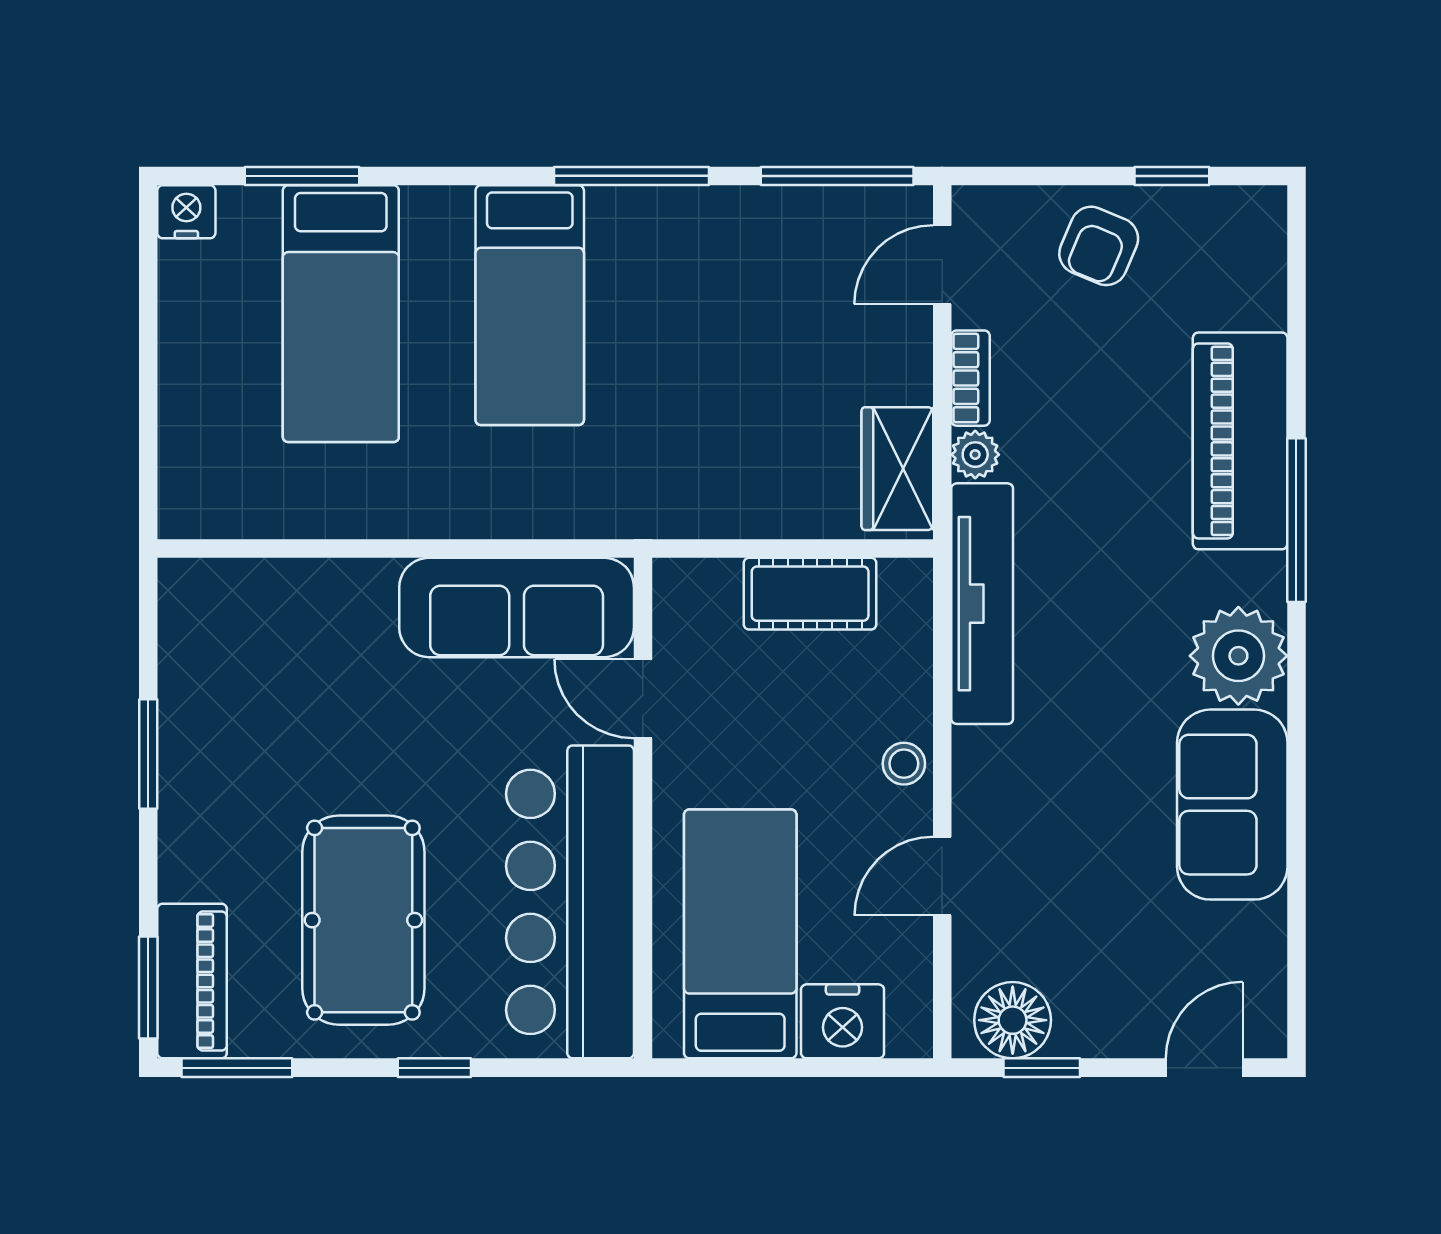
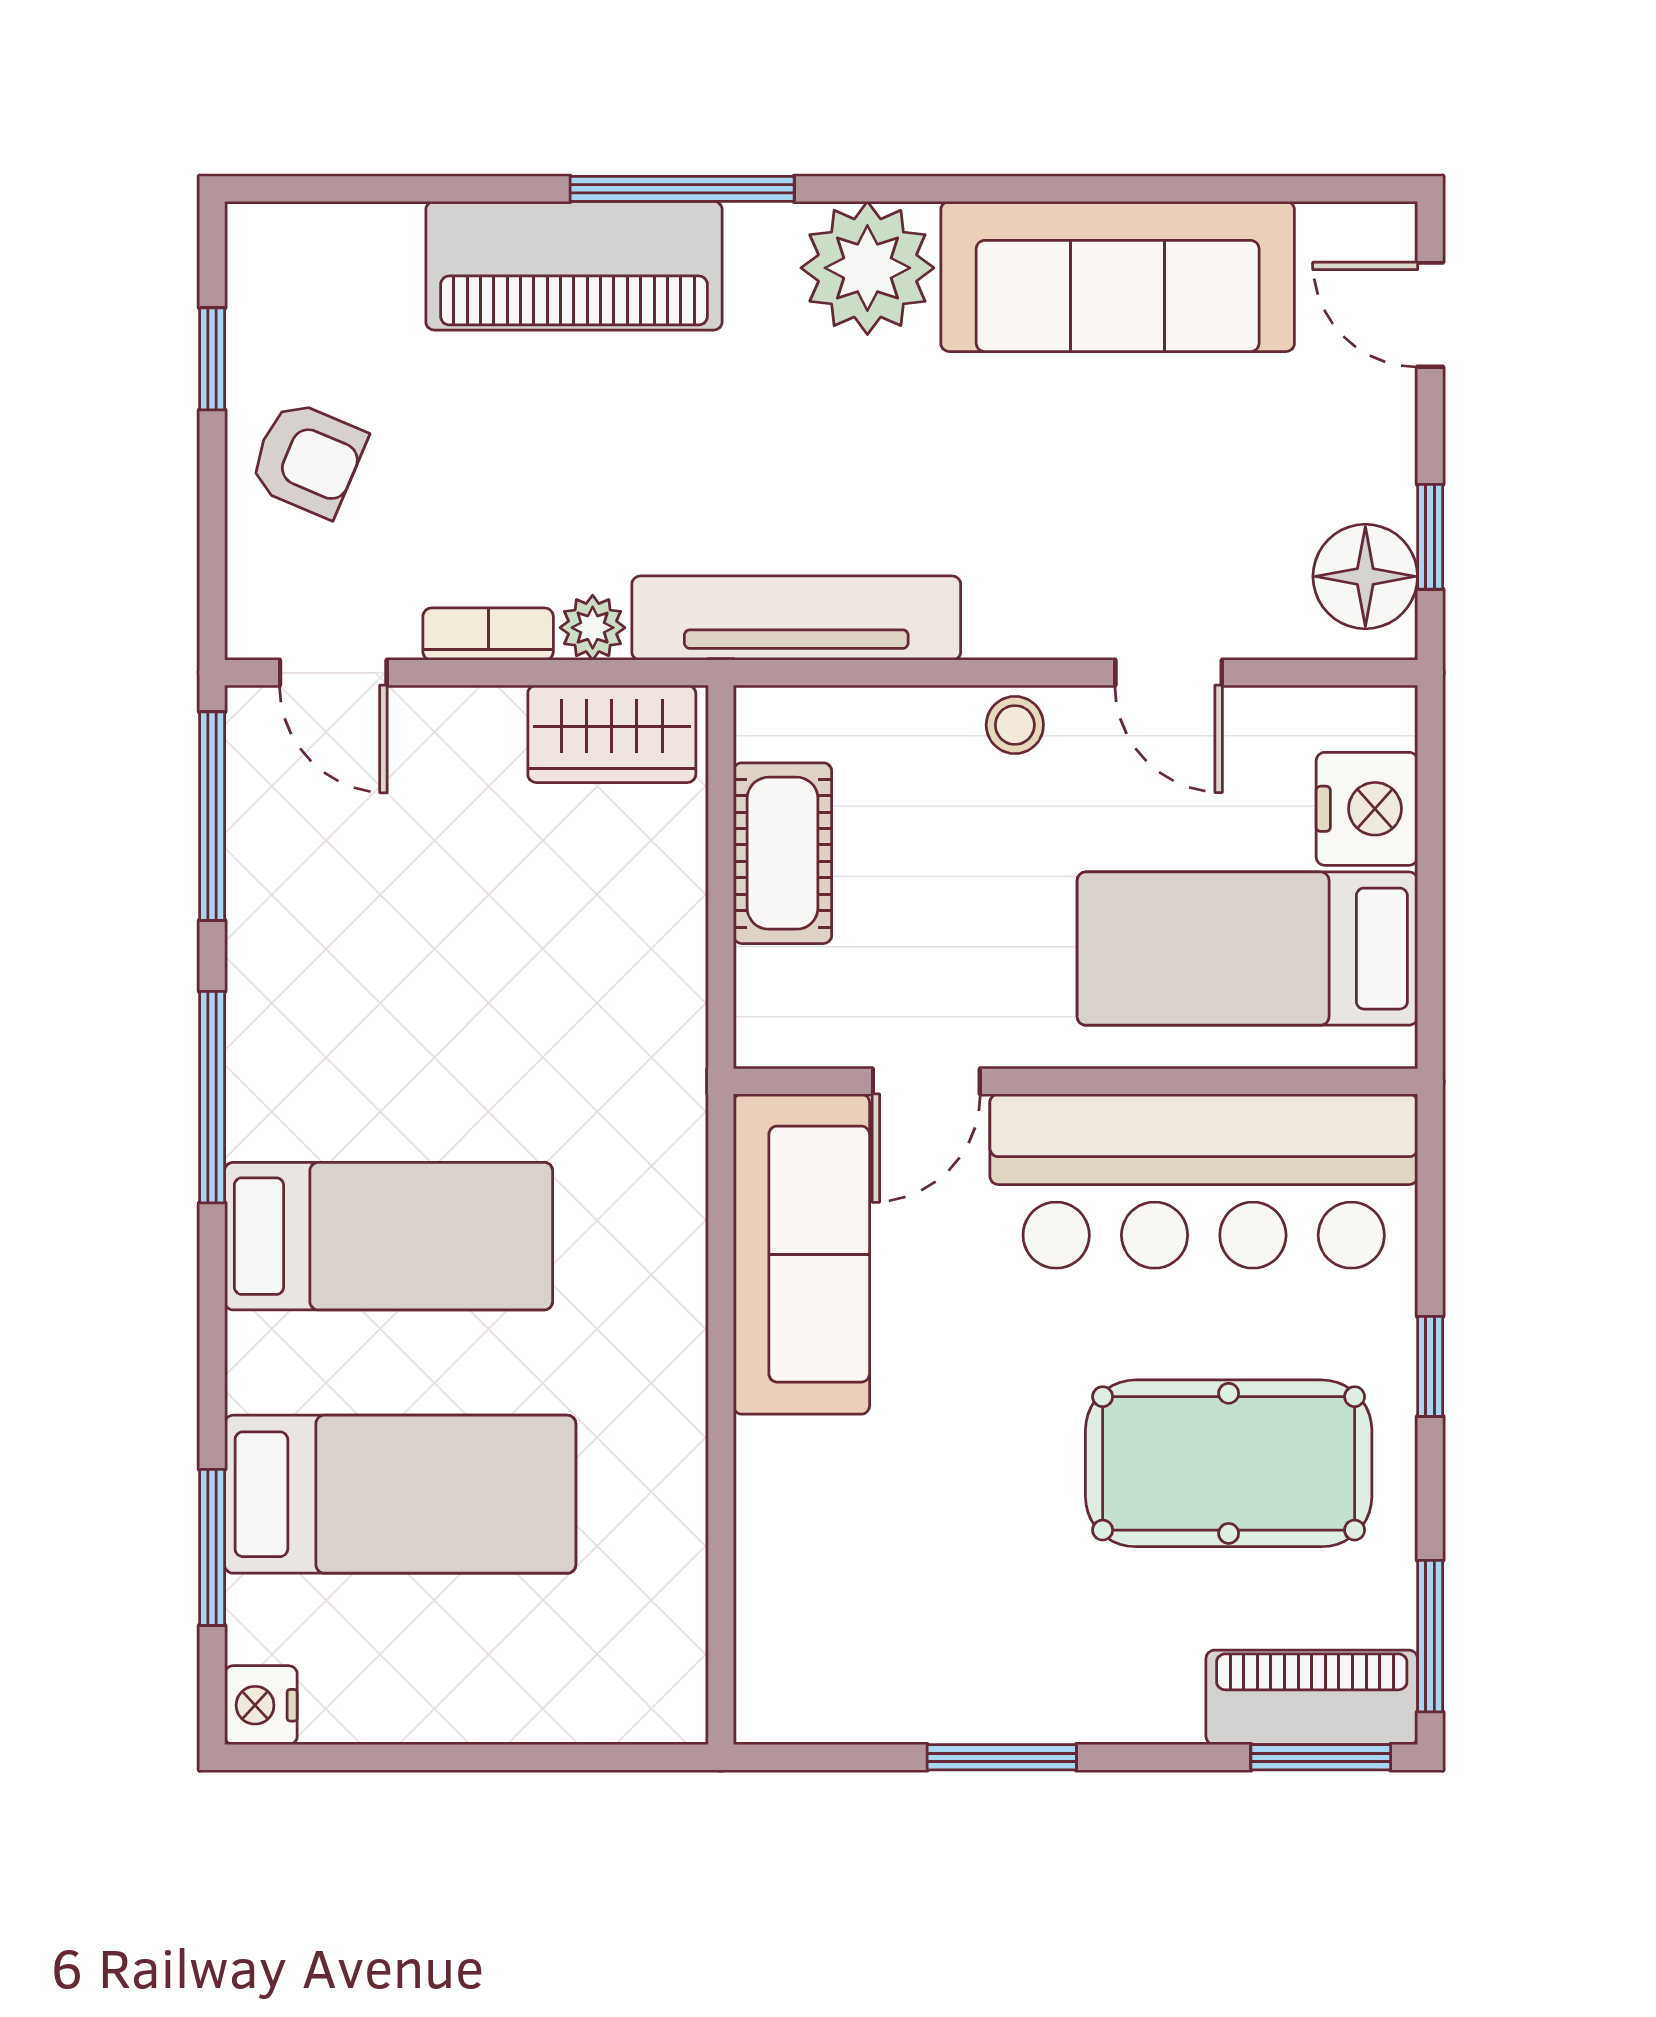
sofa: (1232, 805) -> (1118, 276), width x1.36

